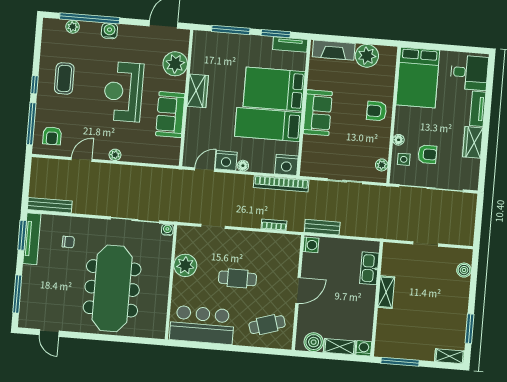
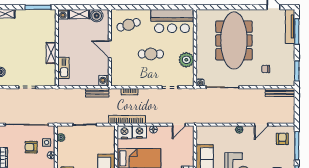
nightstand: (226, 161) -> (140, 132), moved
tv unit: (32, 239) -> (290, 26), moved
door: (298, 290) -> (110, 49), hinge flipped

